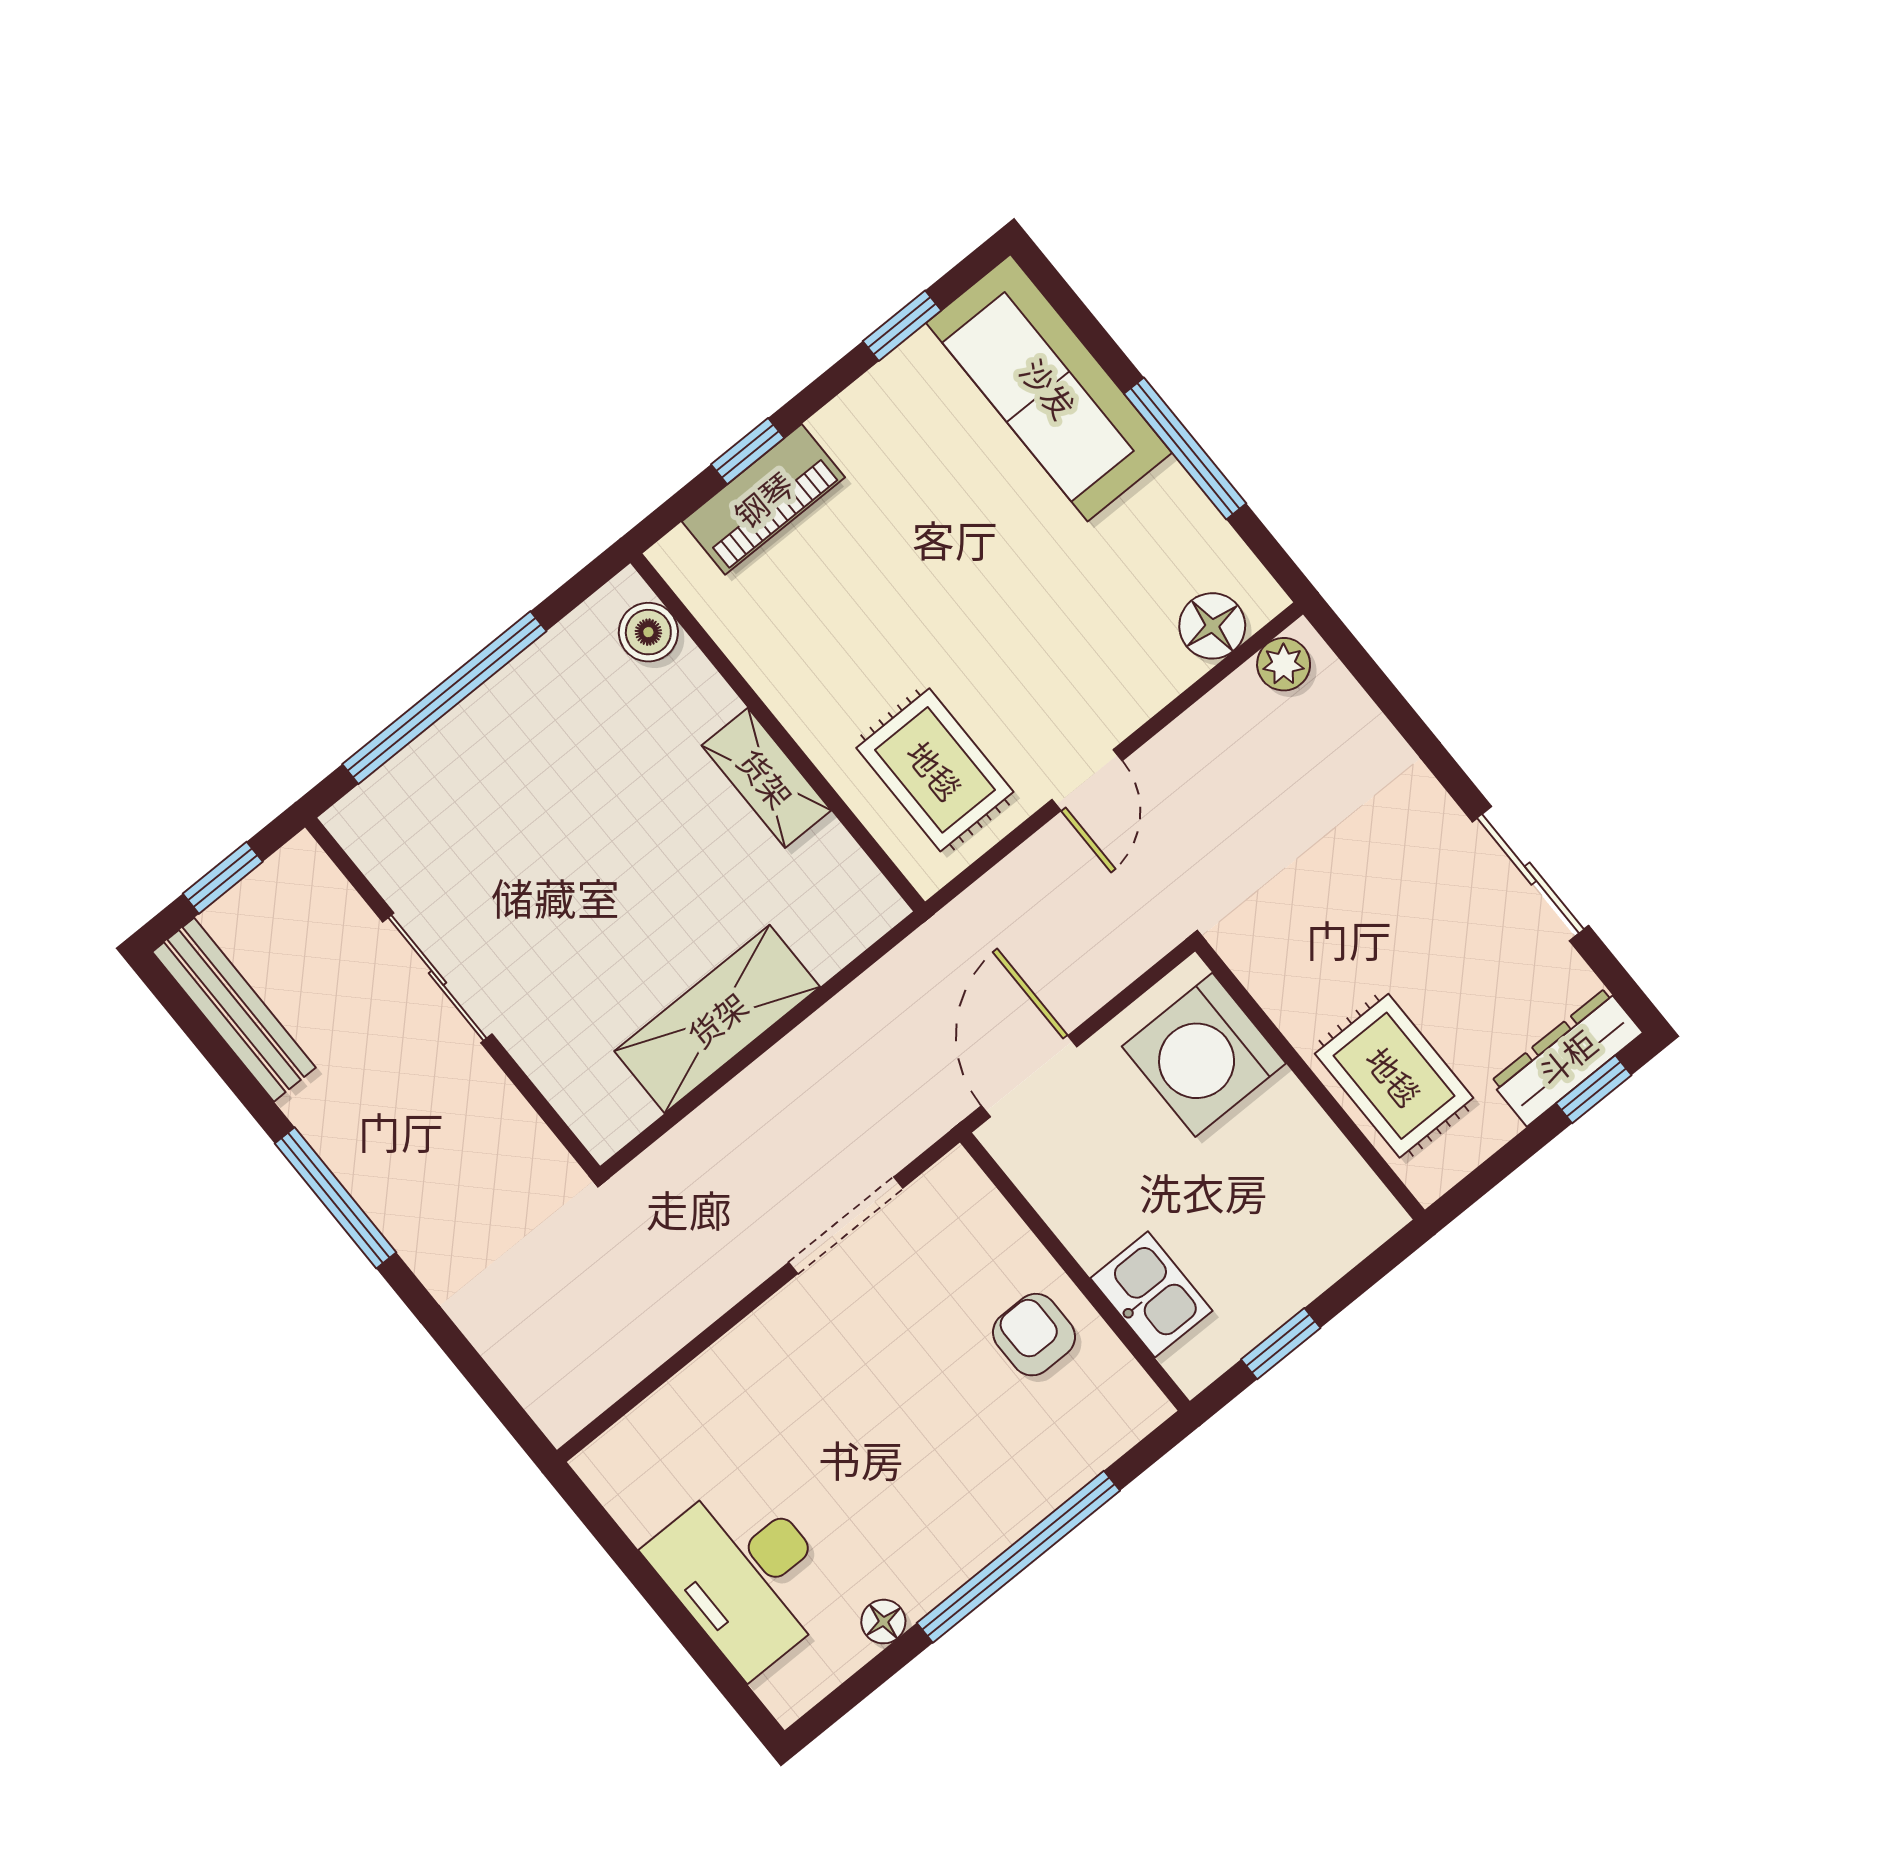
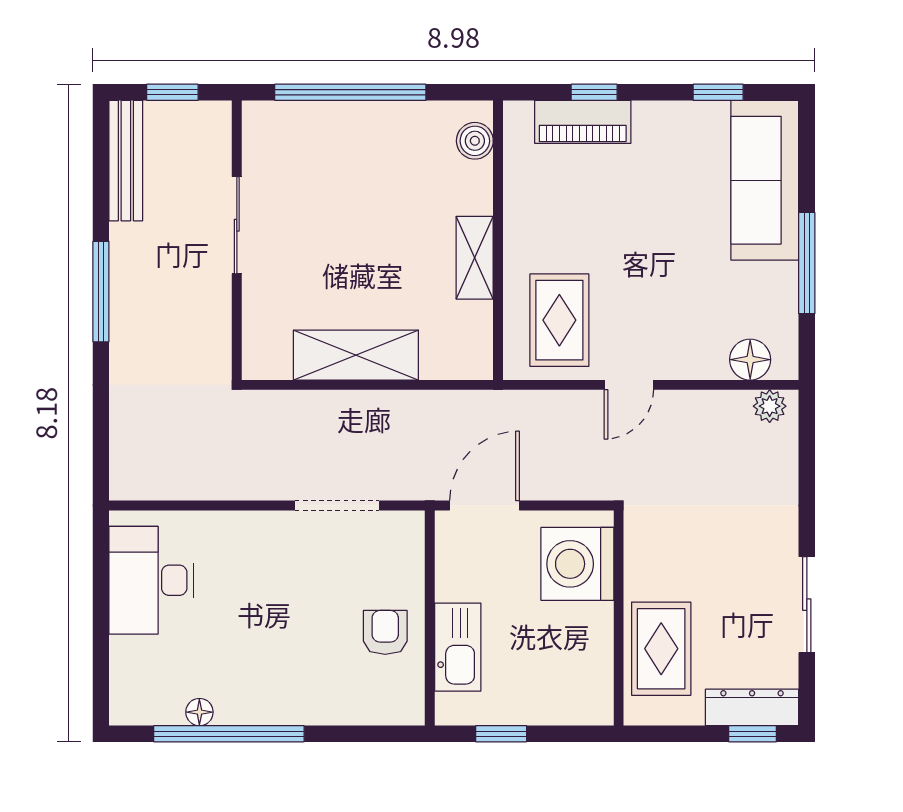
kitchen sink: (1151, 1294) -> (458, 647), width x1.38
window: (1018, 1557) -> (229, 734), moved
desk: (746, 1574) -> (151, 580), moved

